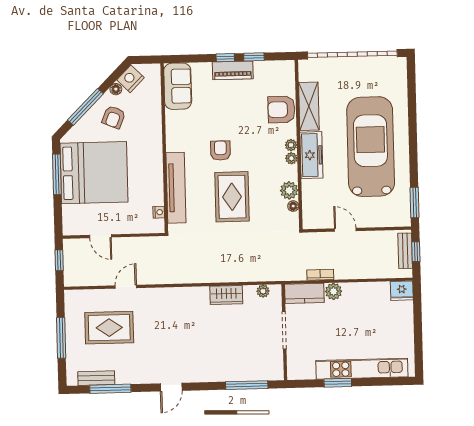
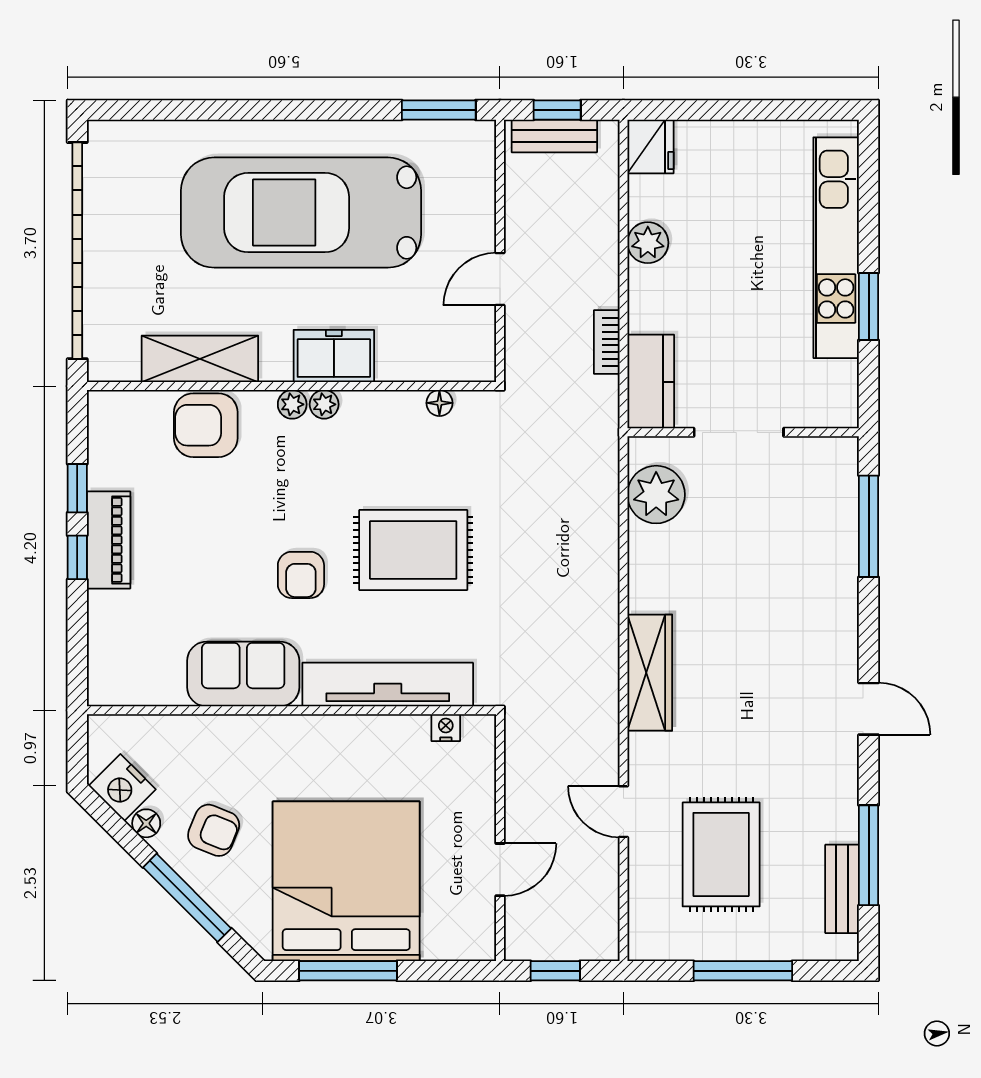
sofa: (178, 86) -> (243, 674), moved
armchair: (281, 109) -> (206, 425), turned 90
armchair: (220, 151) -> (301, 575), turned -90
freezer: (311, 155) -> (334, 356), width x0.71
plant: (289, 190) -> (402, 412), removed
plant: (263, 291) -> (656, 495), width x1.87, depth x1.87
plant: (333, 291) -> (648, 243), moved
wardrobe: (226, 295) -> (650, 673), moved, width x1.50

